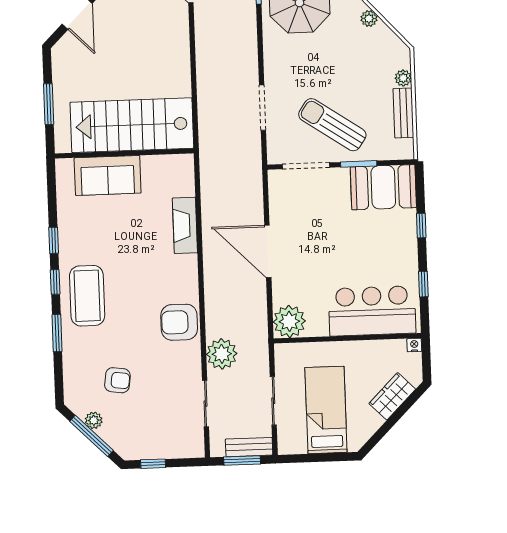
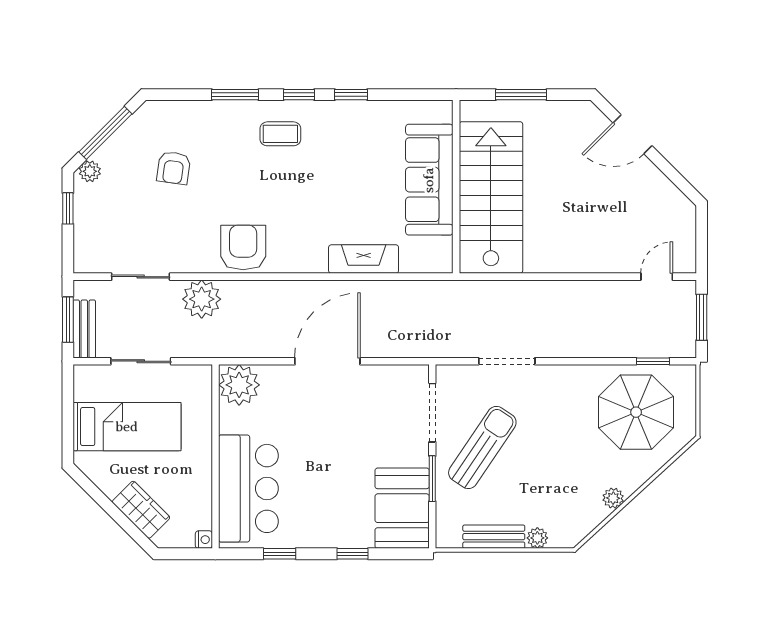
sofa: (108, 175) -> (429, 180), width x1.36
coffee table: (87, 296) -> (280, 134), width x0.54, depth x0.58
plant: (94, 420) -> (90, 171), moved

